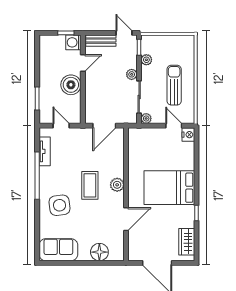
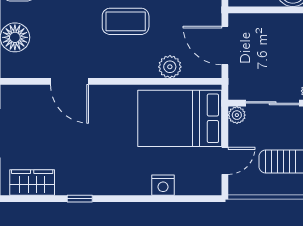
nightstand: (188, 135) -> (163, 185), moved
plant: (117, 185) -> (170, 67), moved
bed: (169, 188) -> (180, 118), moved, turned -90

